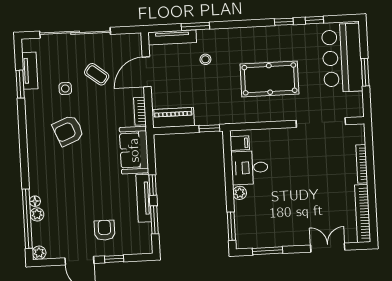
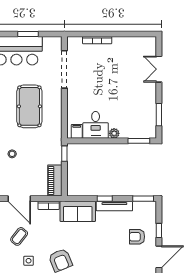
bookcase: (363, 213) -> (135, 41), removed
window: (154, 220) -> (143, 199), moved

